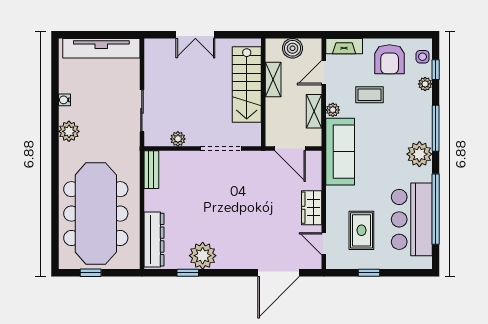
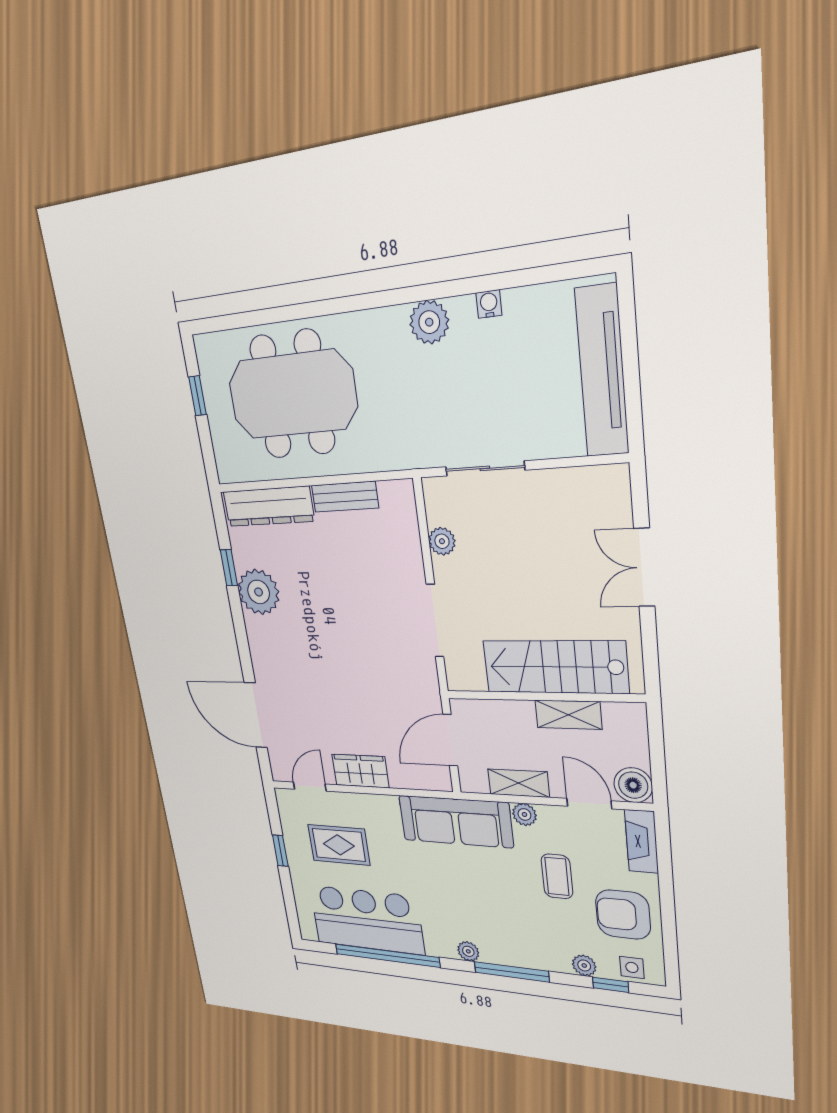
boiler: (293, 48) -> (633, 785), moved
plant: (419, 154) -> (468, 951), width x0.53, depth x0.53
bench: (151, 170) -> (345, 497), moved
meeting table: (96, 214) -> (292, 395), width x0.73

